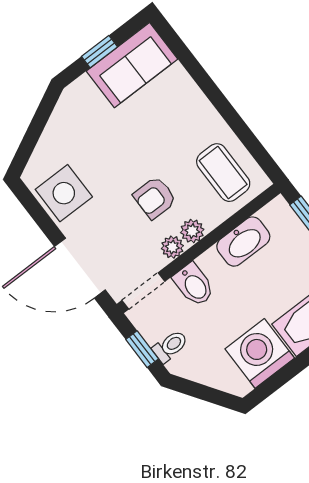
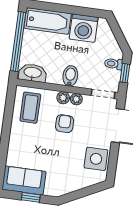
armchair: (155, 198) -> (65, 124), turned -90
washbasin: (243, 242) -> (33, 73), moved
bidet: (194, 285) -> (70, 76), moved

